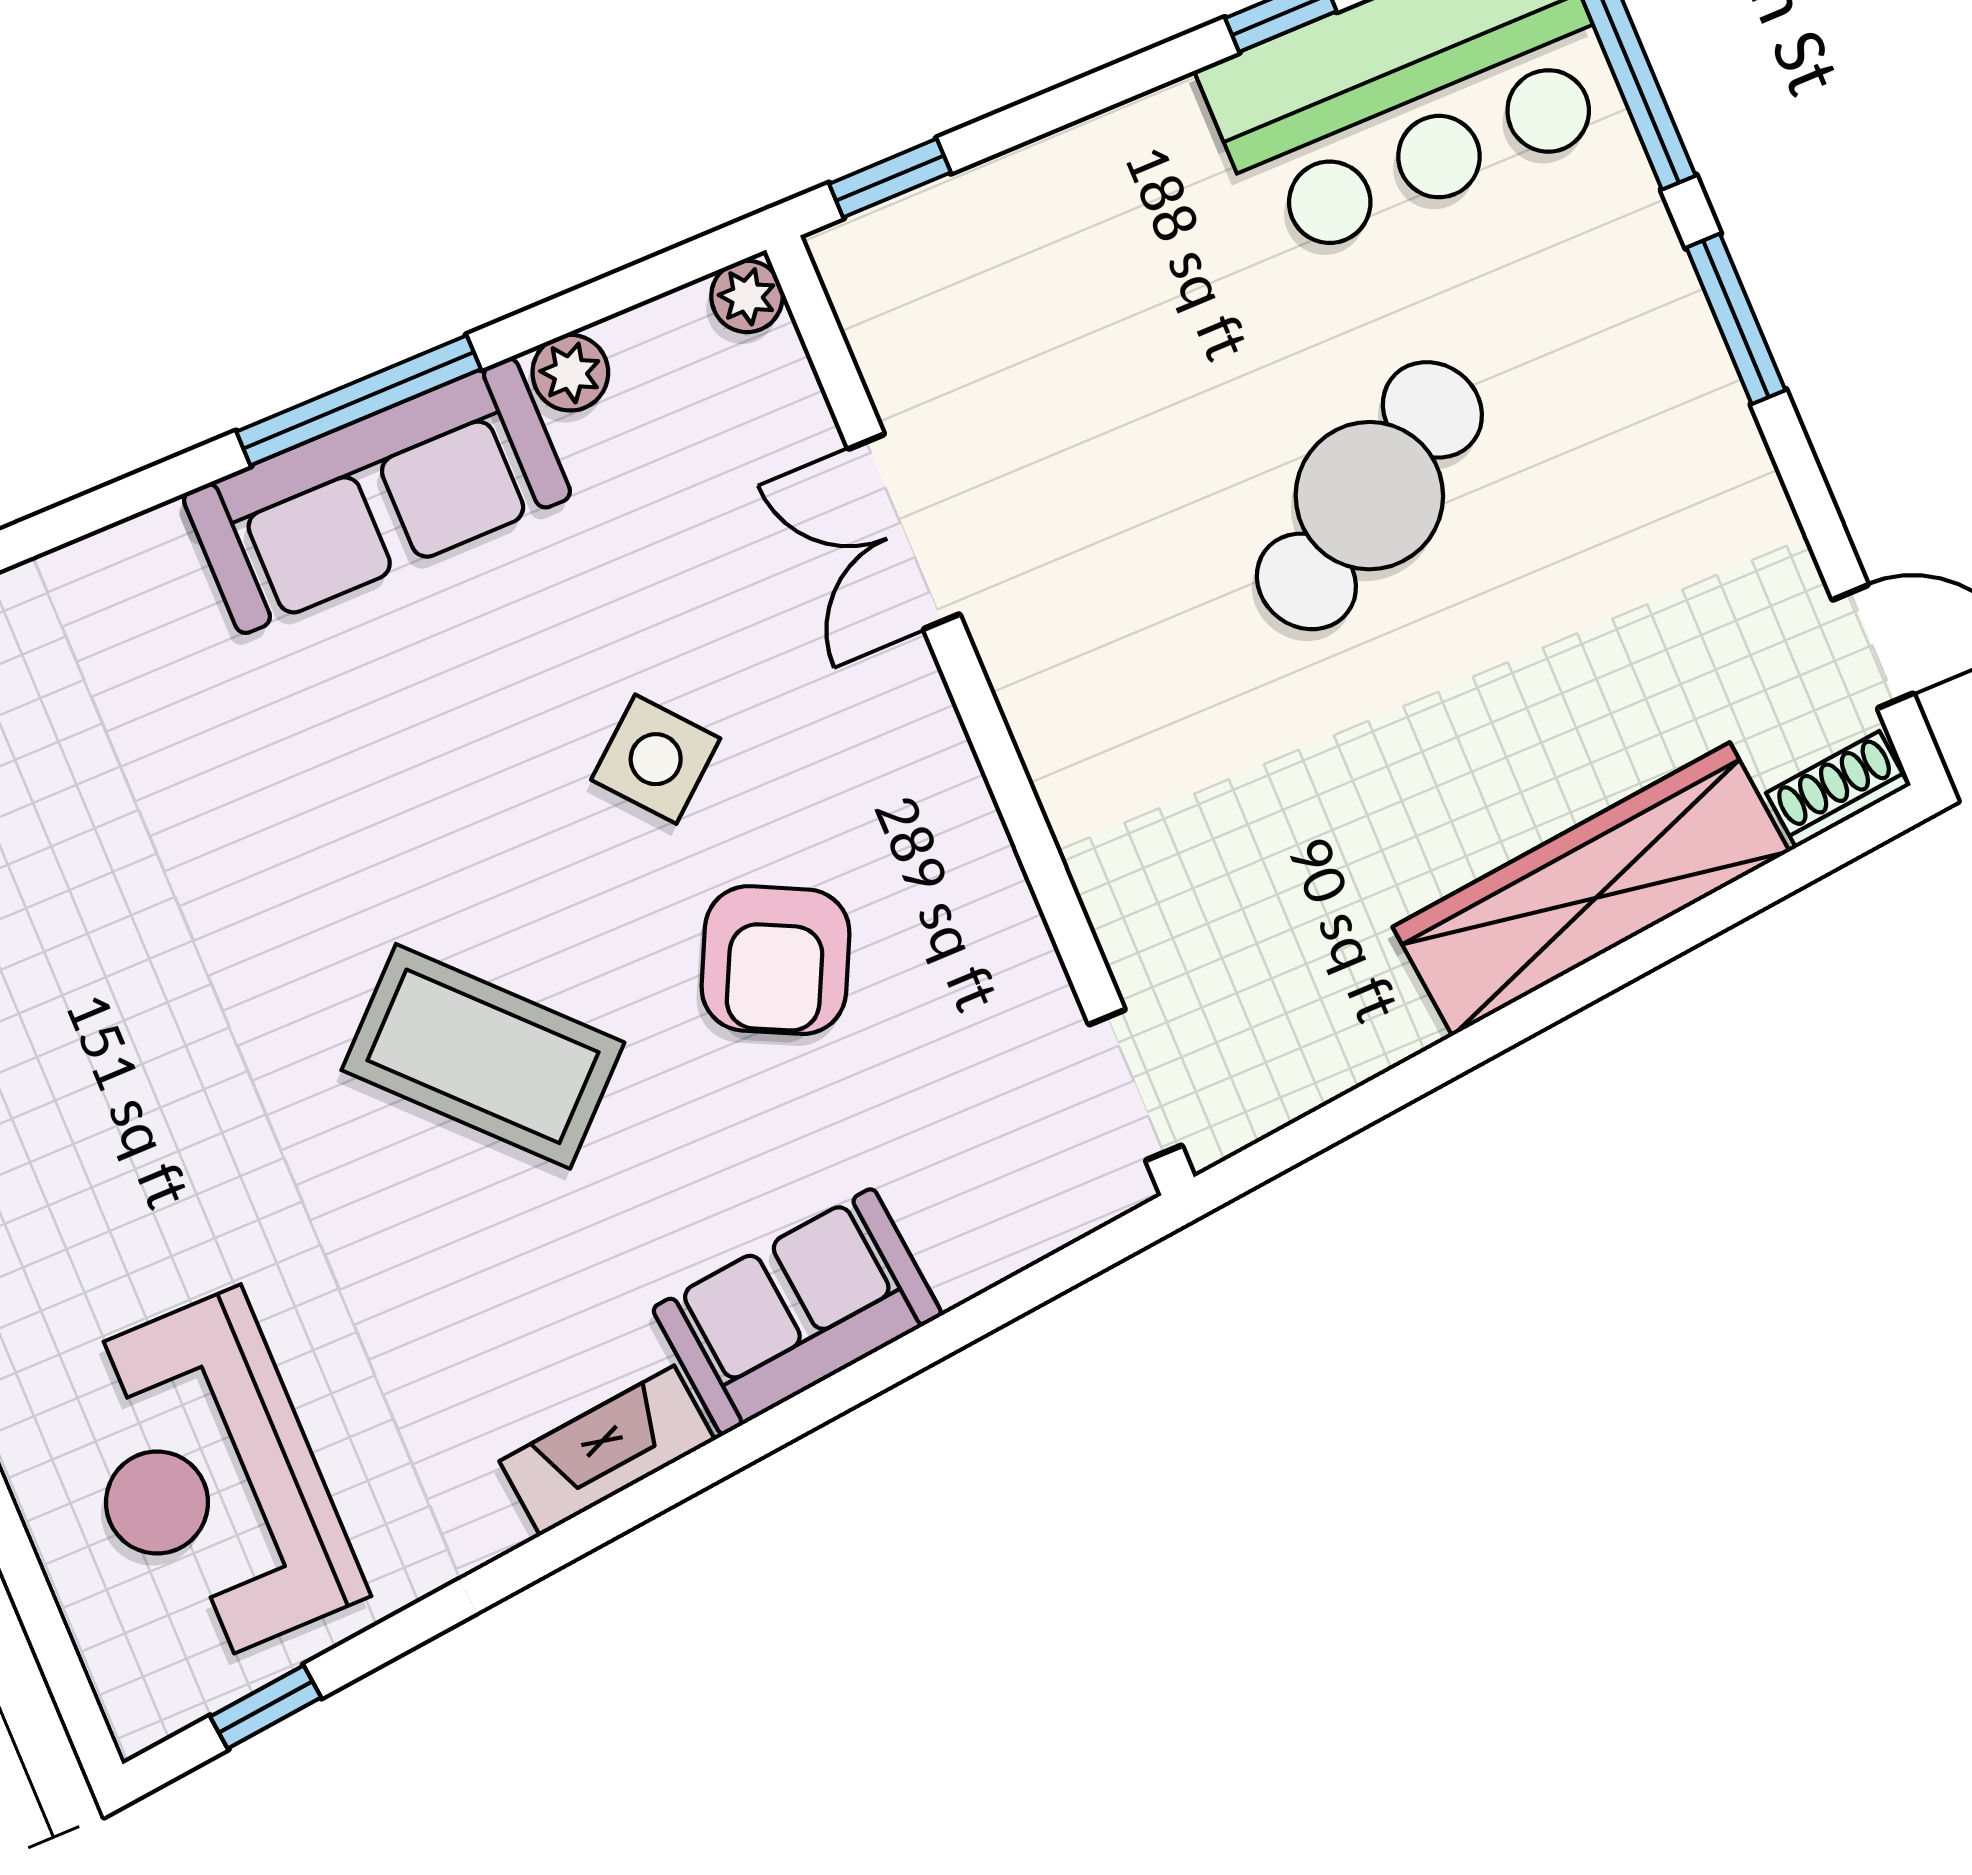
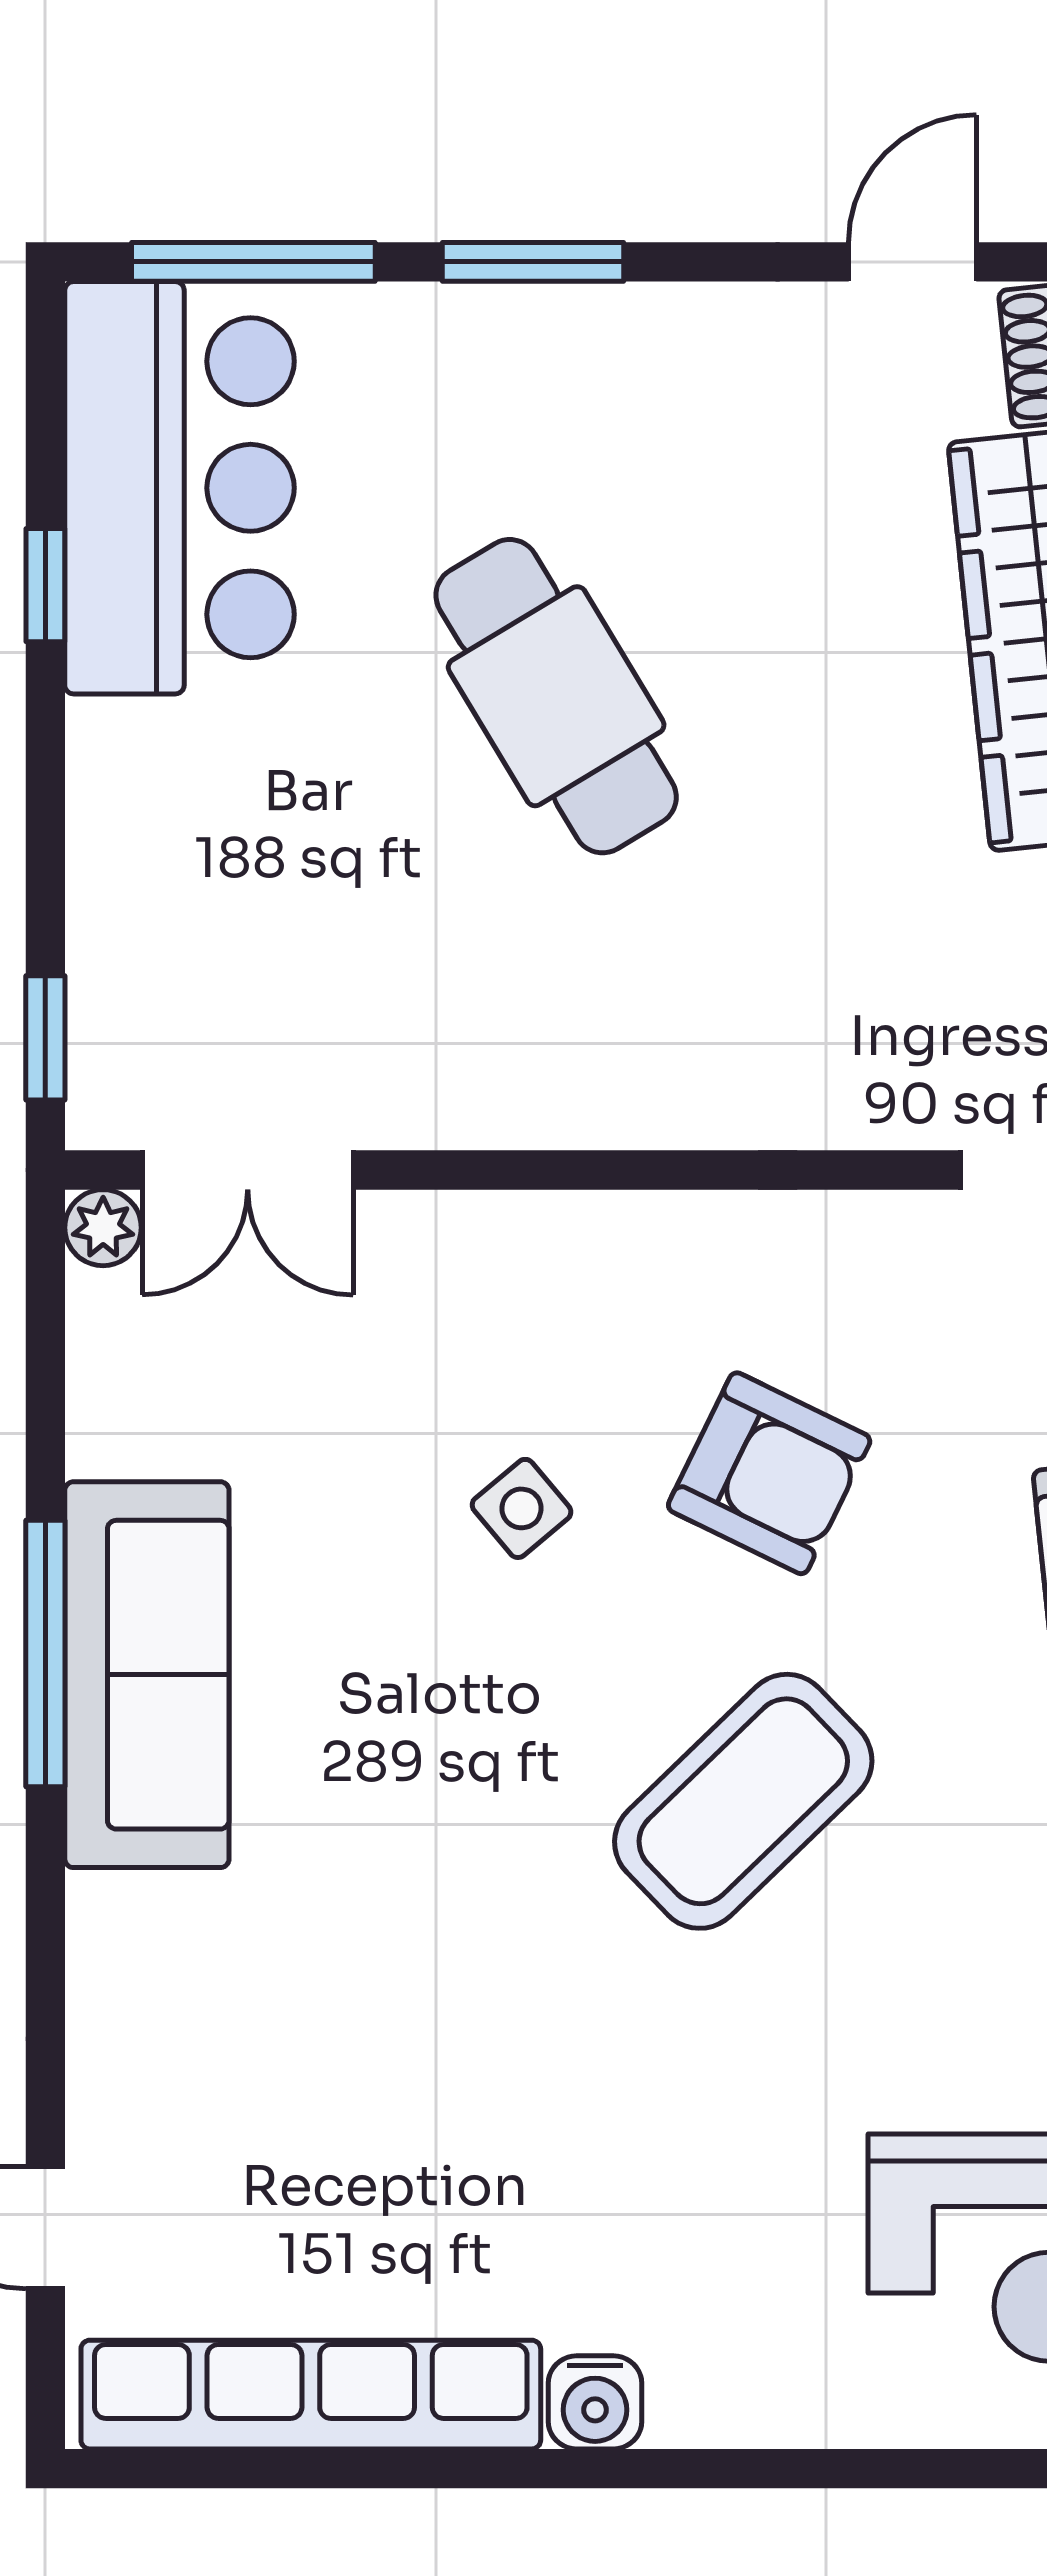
plant: (570, 373) -> (105, 1433), removed
double door: (904, 532) -> (248, 1170), moved
side table: (656, 759) -> (522, 1508), width x0.73, depth x0.73

